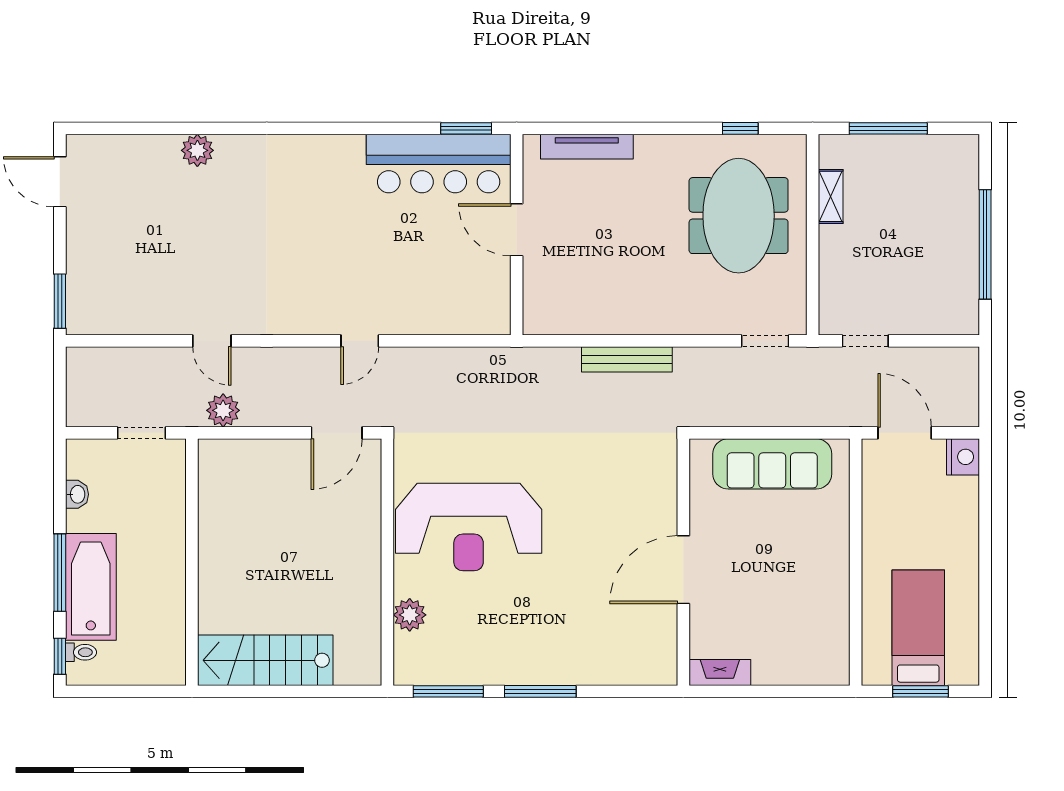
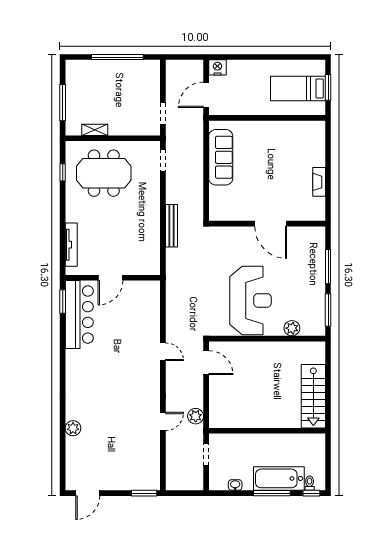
wall: (683, 562) -> (267, 224), moved
door: (683, 570) -> (271, 224), moved

